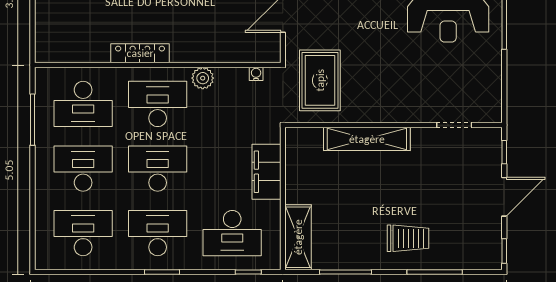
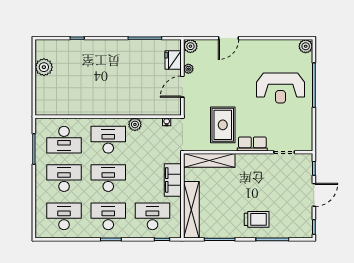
locker: (140, 53) -> (98, 110), removed
rug: (320, 80) -> (223, 125), moved
row of seats: (401, 111) -> (252, 144), added
shelving: (367, 139) -> (209, 160), moved
desk: (232, 233) -> (152, 216), turned 180
shelving: (298, 237) -> (191, 210), width x1.47

